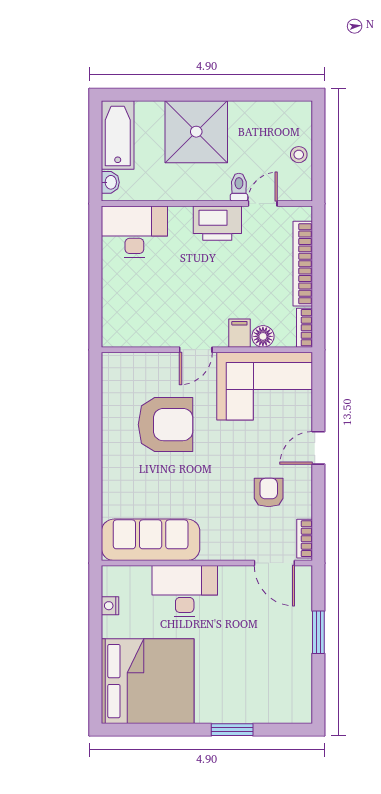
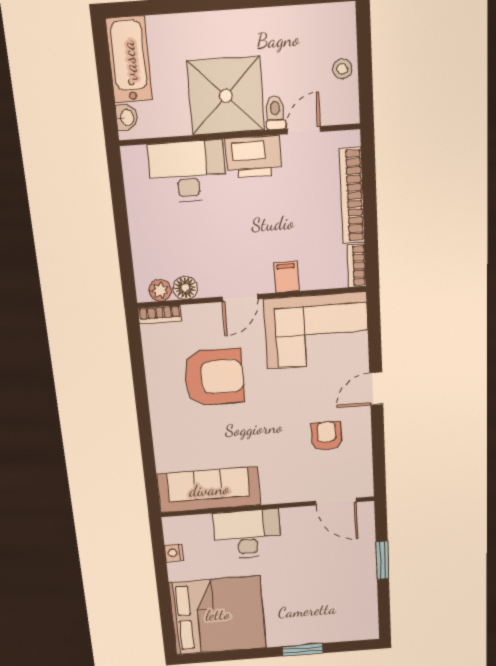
shower: (196, 132) -> (226, 96), moved
desk: (134, 232) -> (188, 171), moved
floor lamp: (263, 336) -> (185, 288), moved
plant: (124, 337) -> (160, 290), added
bookcase: (305, 539) -> (160, 315), moved, turned -90

